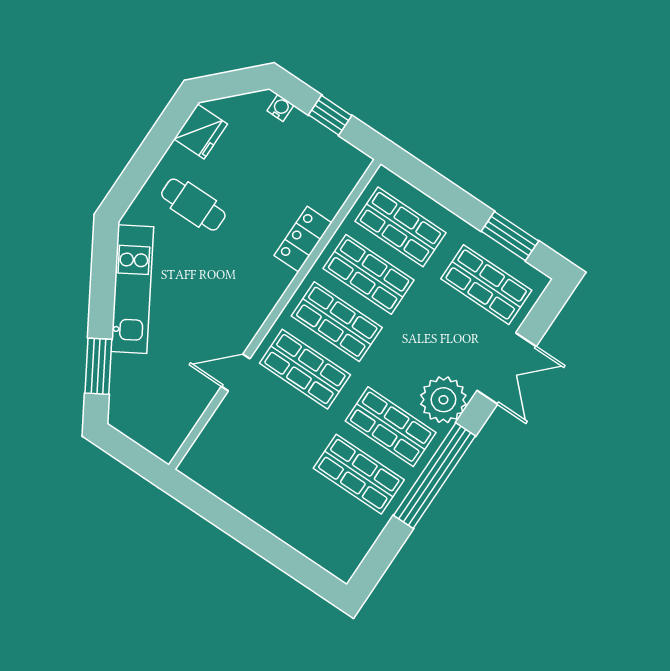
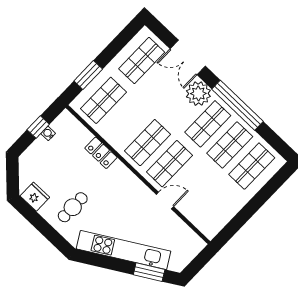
water cooler: (281, 108) -> (48, 133), moved
window: (510, 236) -> (88, 75), moved
shop shelf: (369, 274) -> (252, 166), moved
kitchen unit: (132, 289) -> (124, 250), width x1.36
double door: (507, 368) -> (188, 57), swing flipped
door: (236, 372) -> (165, 200), swing flipped

